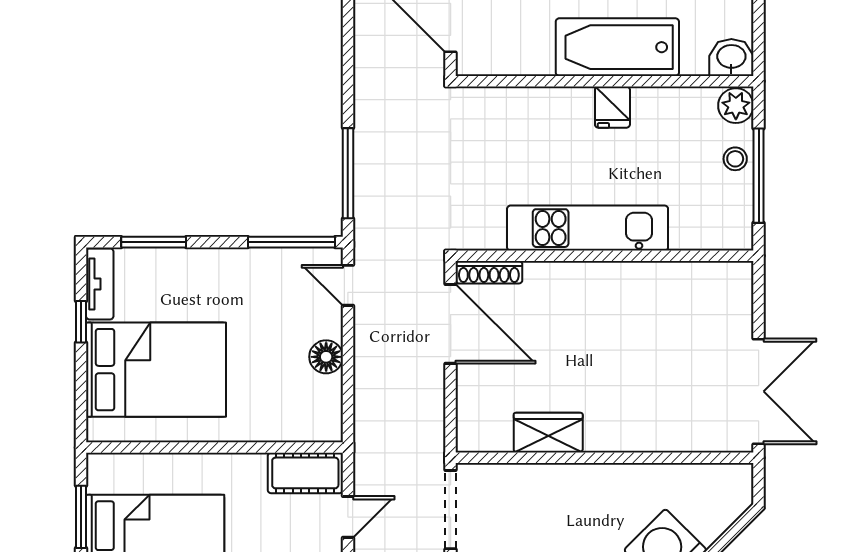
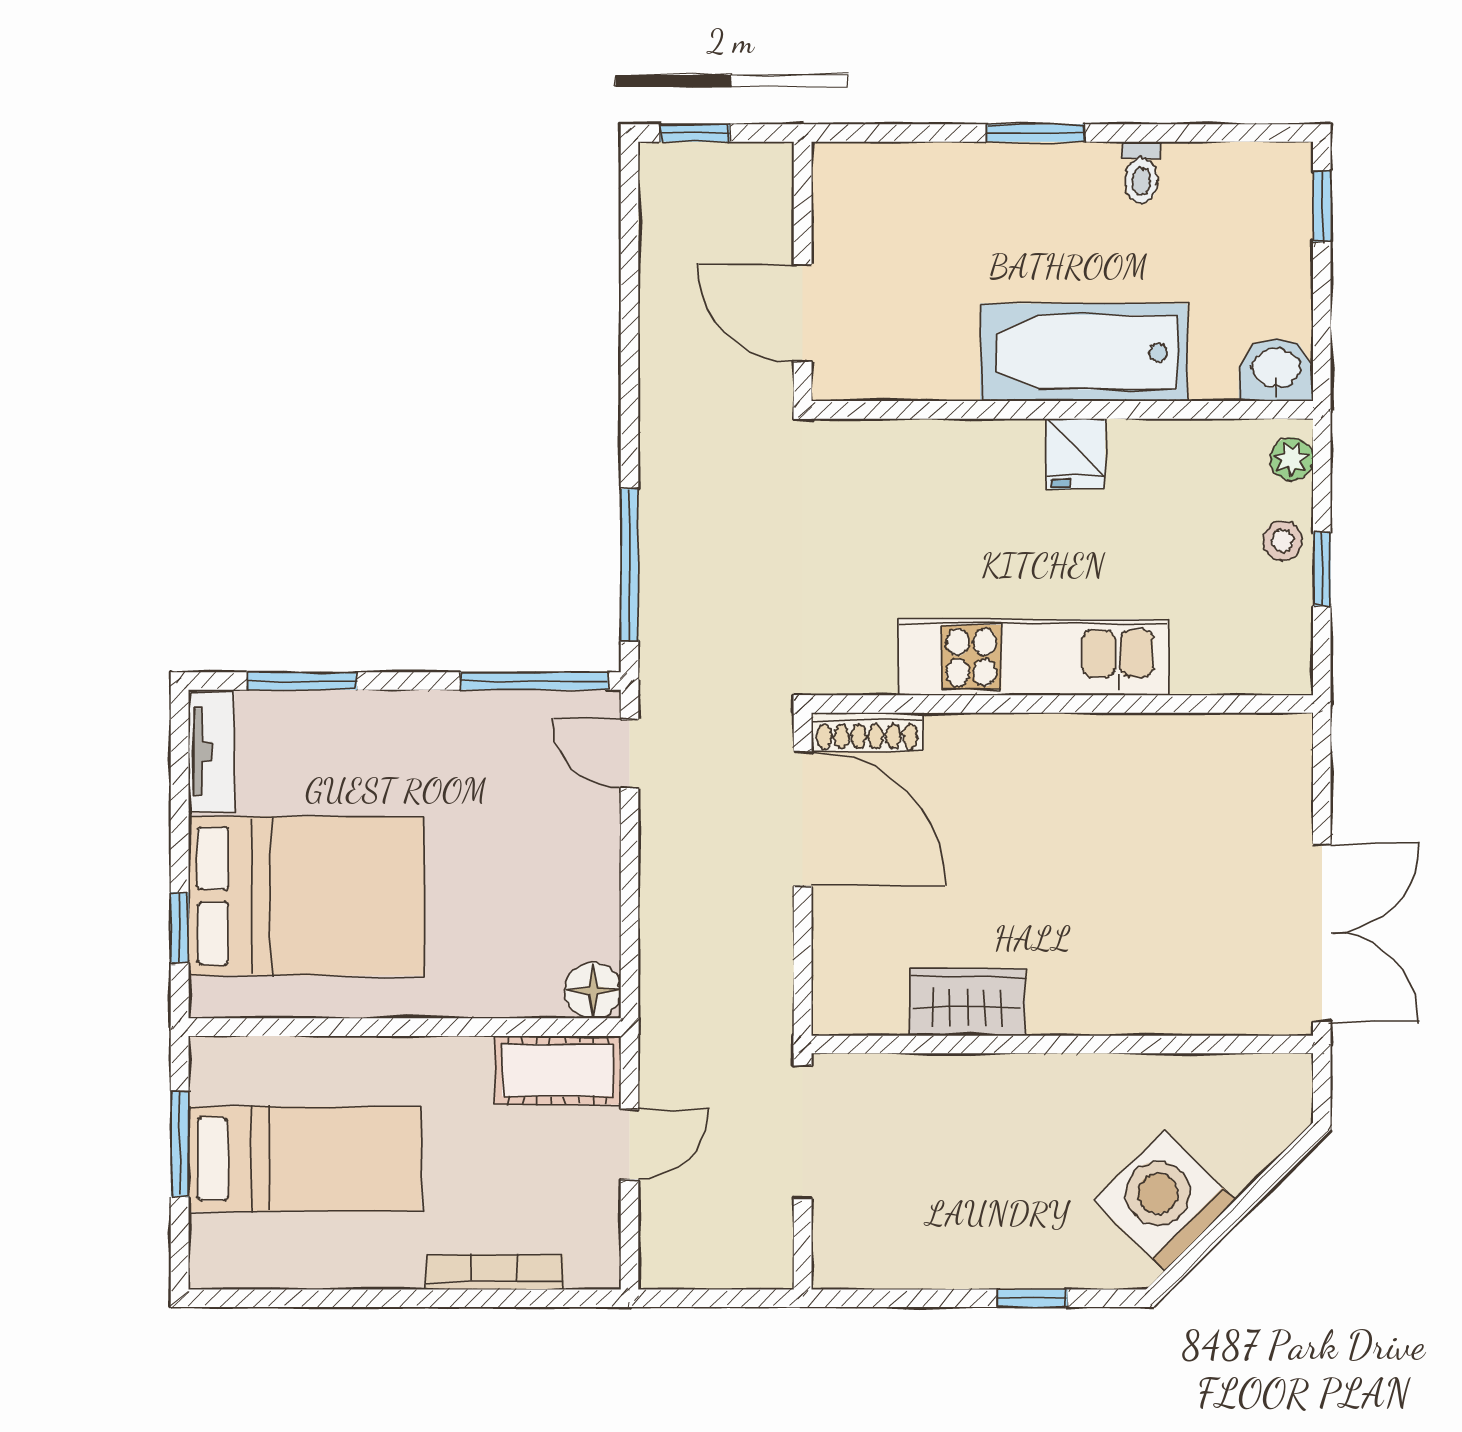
plant: (736, 106) -> (1292, 459), width x0.73, depth x0.73
window: (759, 176) -> (1322, 569), width x0.46
window: (81, 322) -> (180, 927), moved
floor lamp: (326, 357) -> (593, 990), moved

